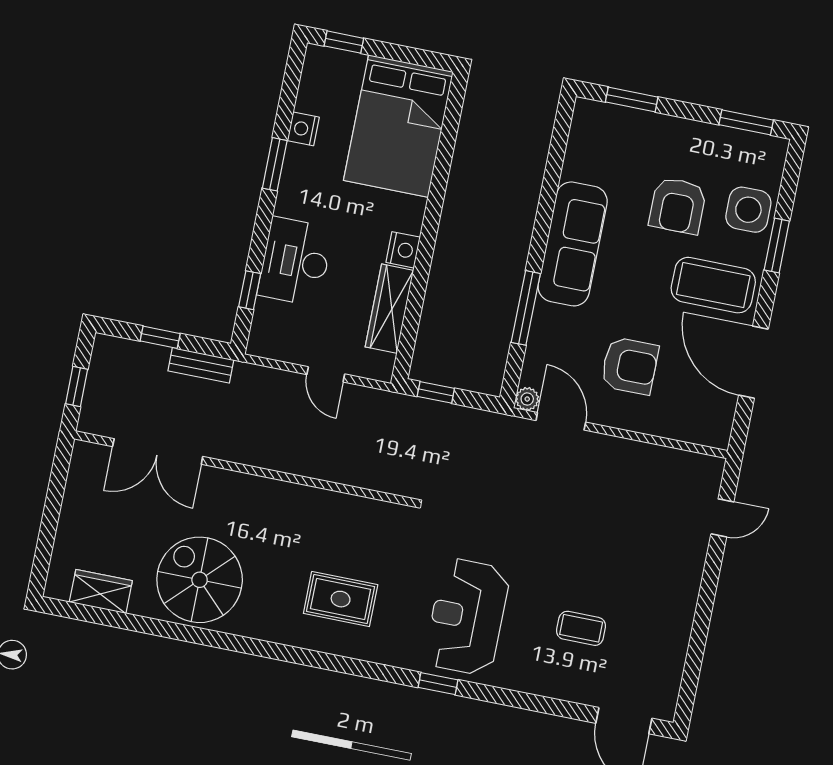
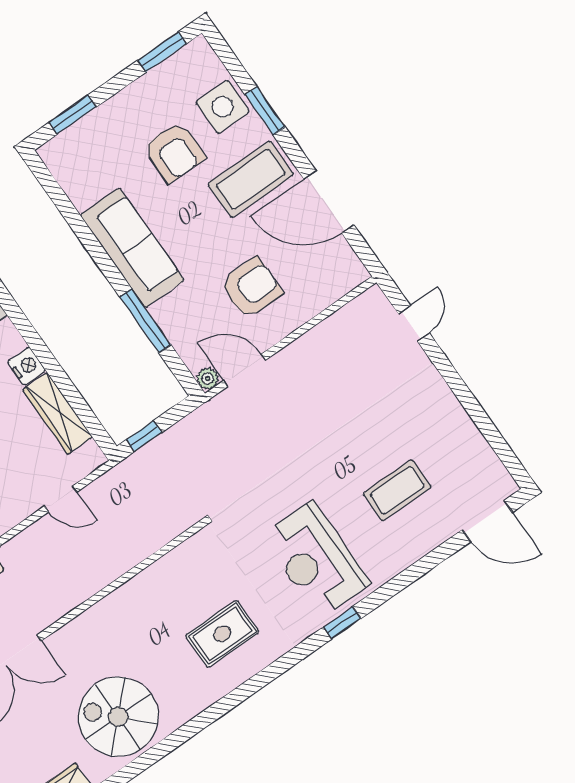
coffee table: (581, 628) -> (397, 490), width x1.36, depth x1.30

